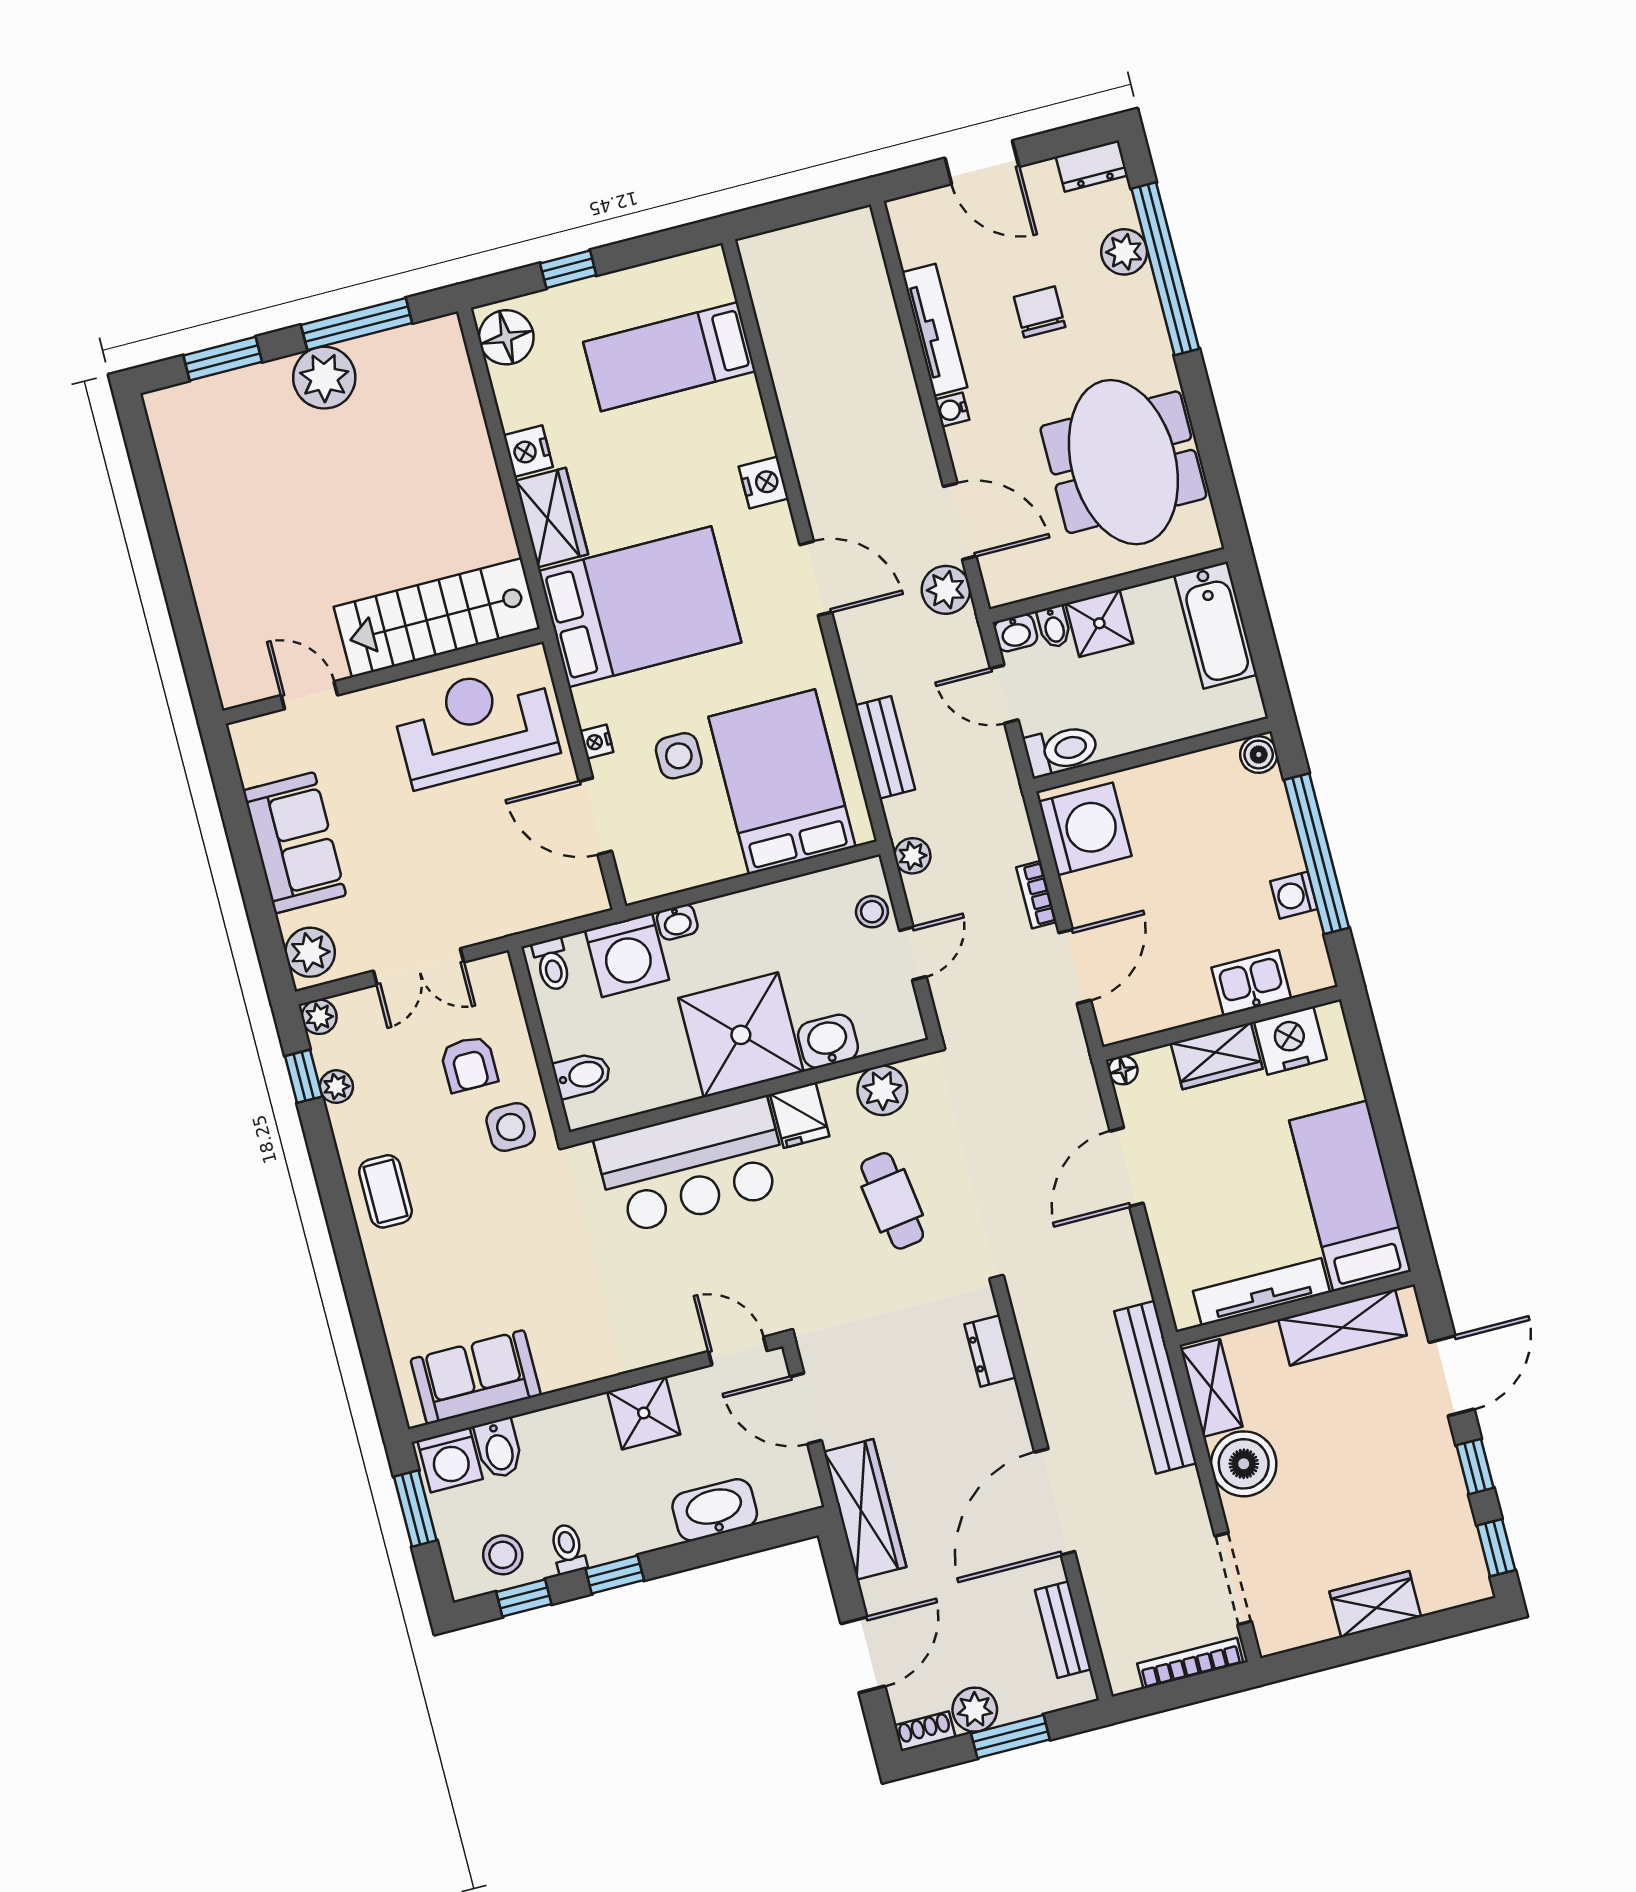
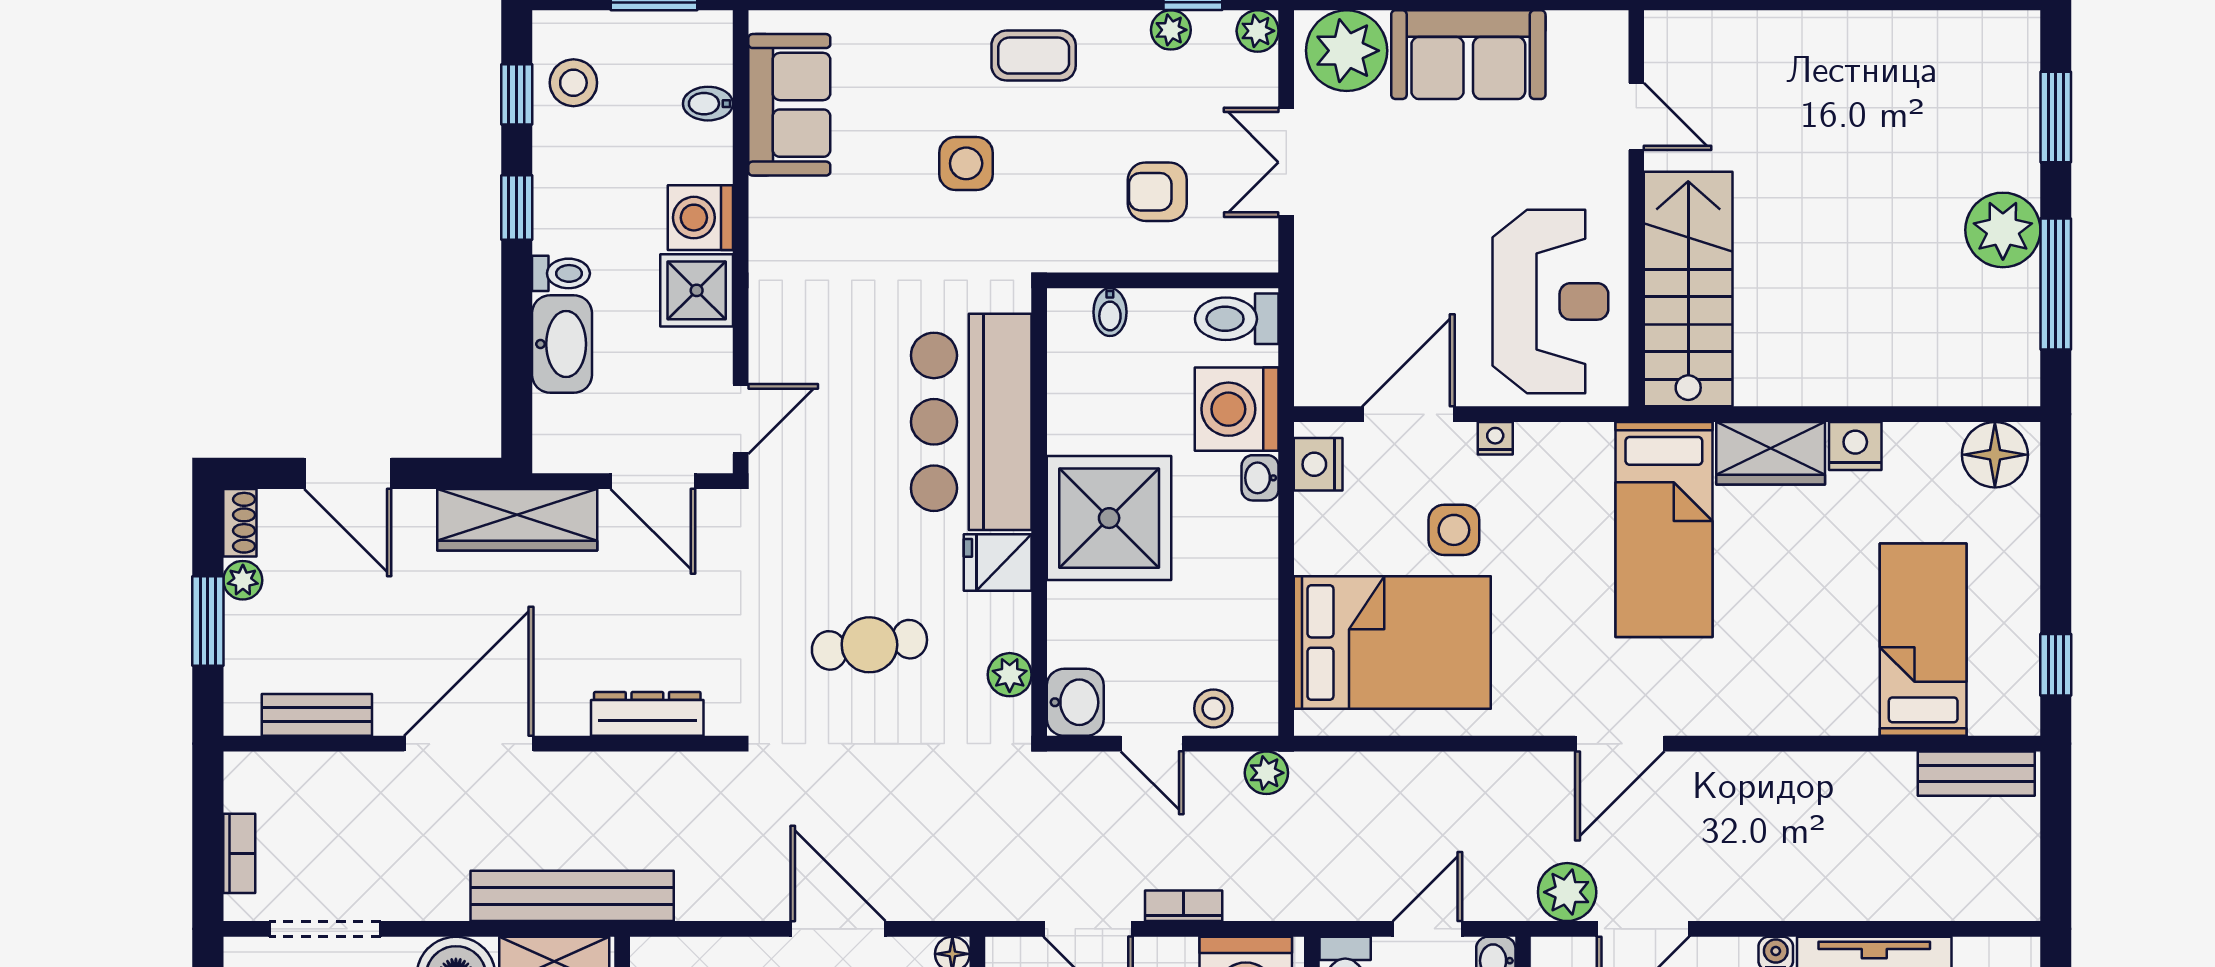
window: (568, 269) -> (2056, 665), moved
nightstand: (764, 483) -> (1318, 464), moved, turned 90
bed: (640, 607) -> (1664, 530), width x0.67
door: (309, 695) -> (1636, 117), hinge flipped
bench: (885, 747) -> (1976, 774), moved
plant: (310, 952) -> (1347, 51), width x1.36, depth x1.36
toilet: (552, 964) -> (1237, 319), width x1.37, depth x1.39
washbasin: (828, 1041) -> (1075, 702), moved
bidet: (582, 1075) -> (1110, 312), width x0.72, depth x0.74
plant: (882, 1090) -> (1010, 675), width x0.73, depth x0.73
side table: (511, 1127) -> (966, 163), moved
dresser: (990, 1351) -> (647, 714), width x1.44
door: (806, 1409) -> (653, 481), swing flipped
bidet: (499, 1449) -> (708, 104), width x0.72, depth x0.74
washing machine: (450, 1460) -> (700, 218), moved
door: (1055, 1502) -> (469, 744), hinge flipped
toilet: (568, 1549) -> (561, 273), moved
bookcase: (1190, 1663) -> (239, 853), width x0.64
plant: (975, 1710) -> (243, 580), width x0.73, depth x0.73

